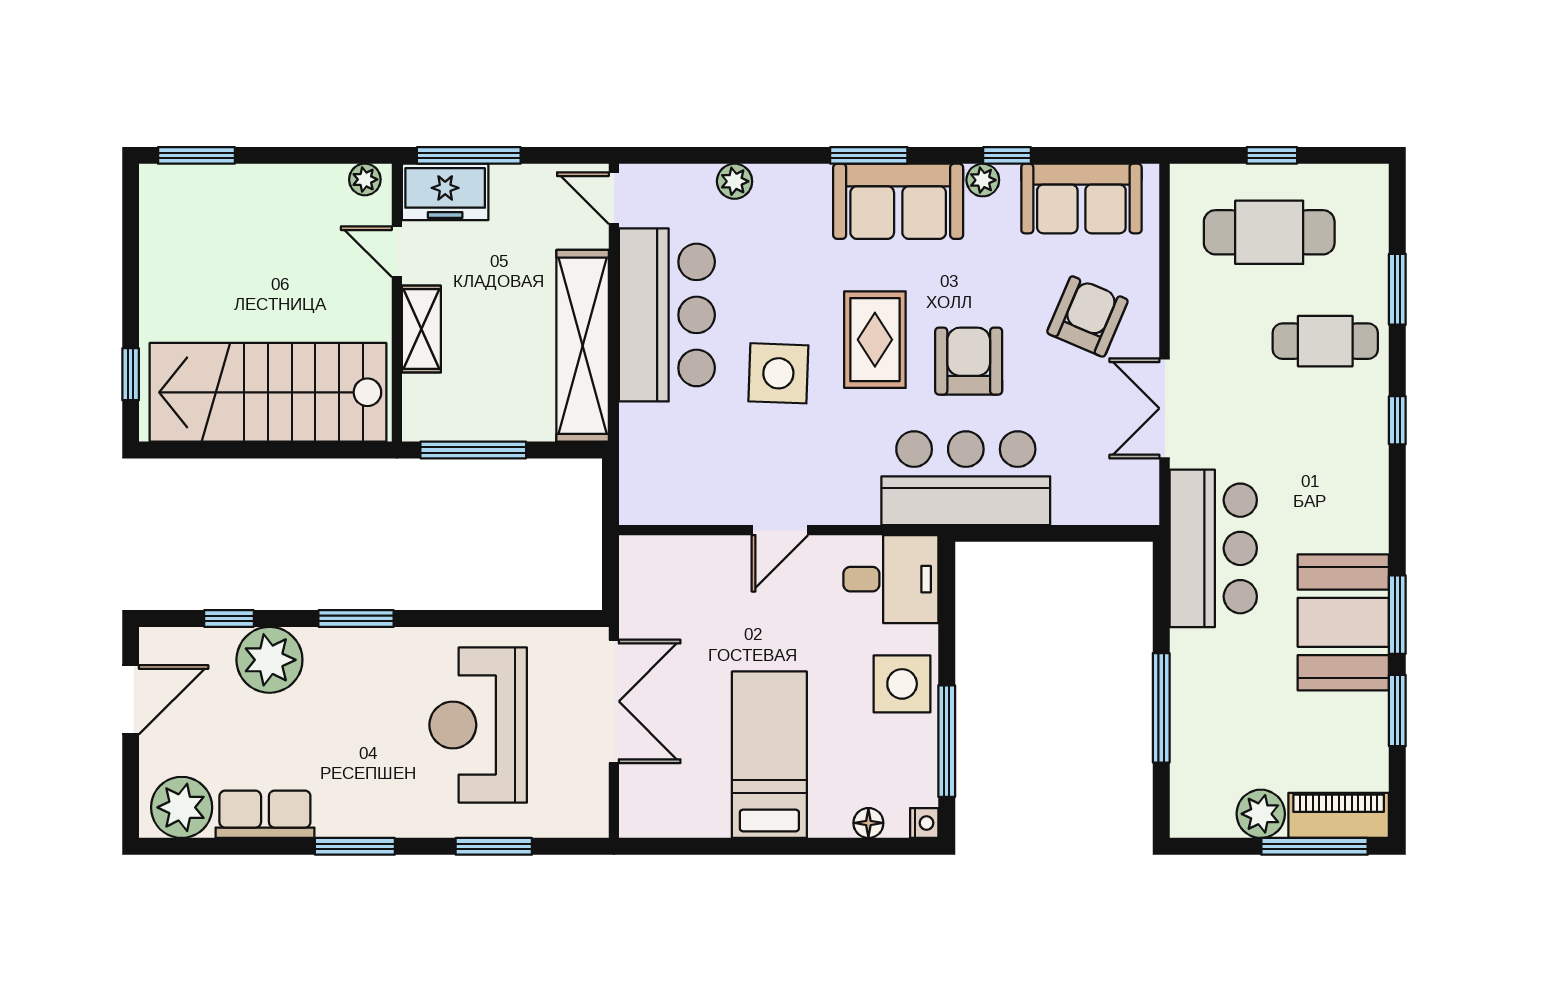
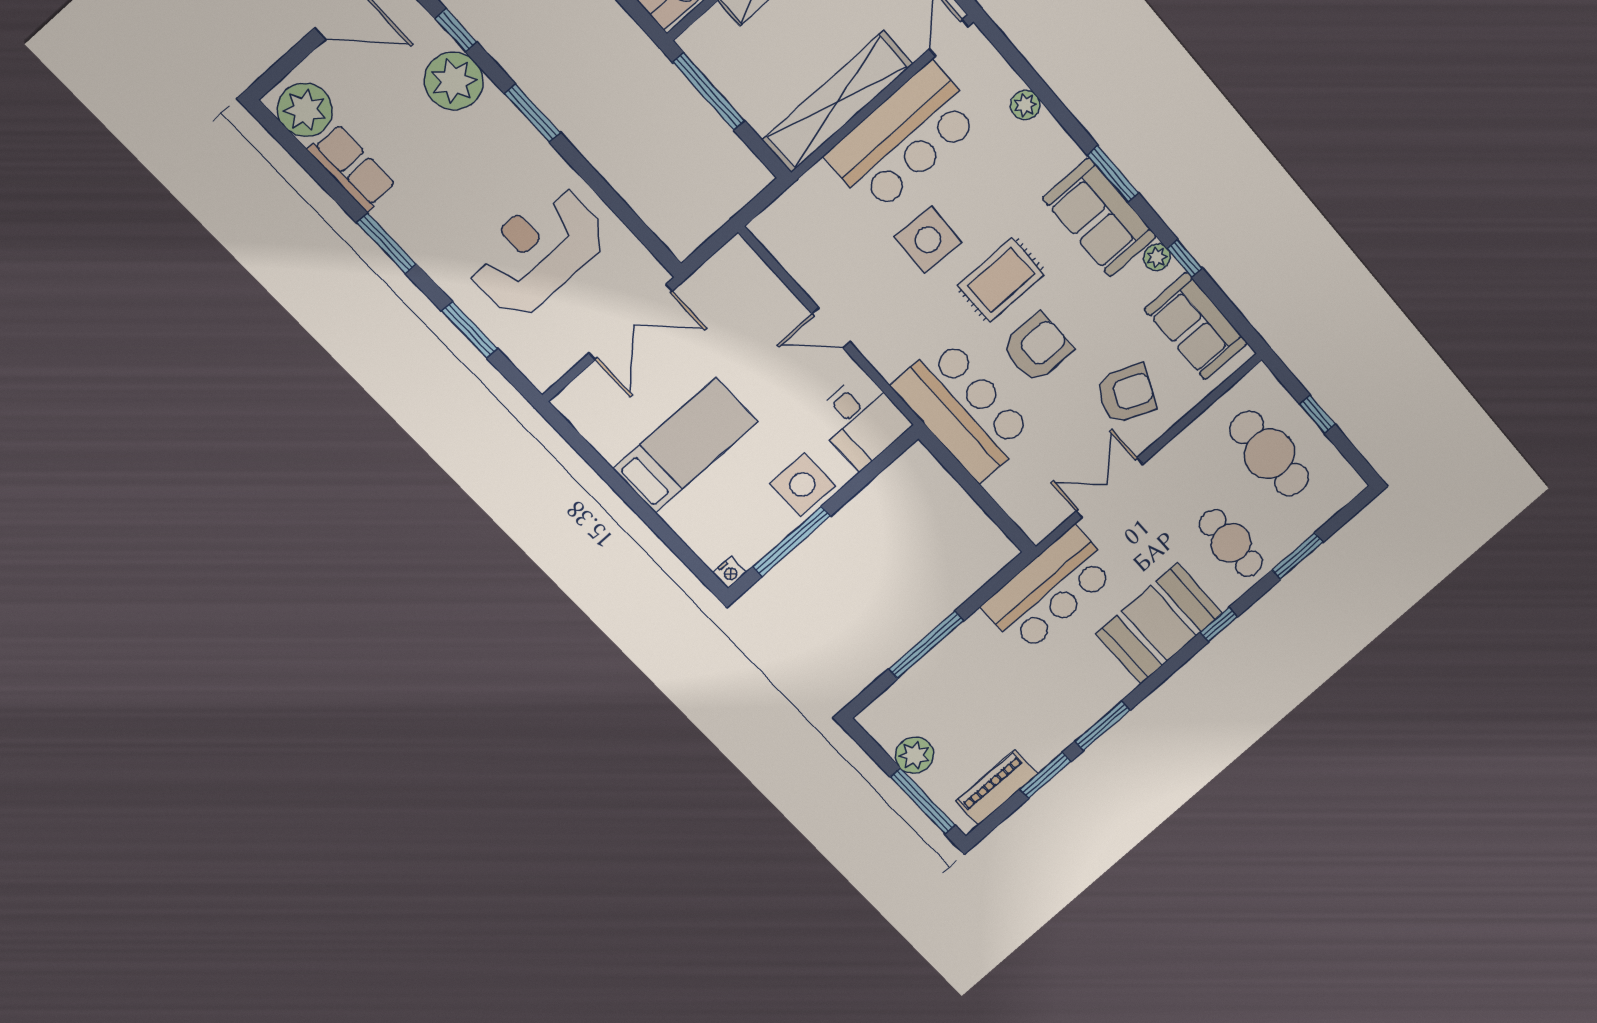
booth: (1343, 622) -> (1159, 624), moved
piano: (1339, 815) -> (997, 788), moved, turned -90
floor lamp: (868, 823) -> (699, 540), removed

